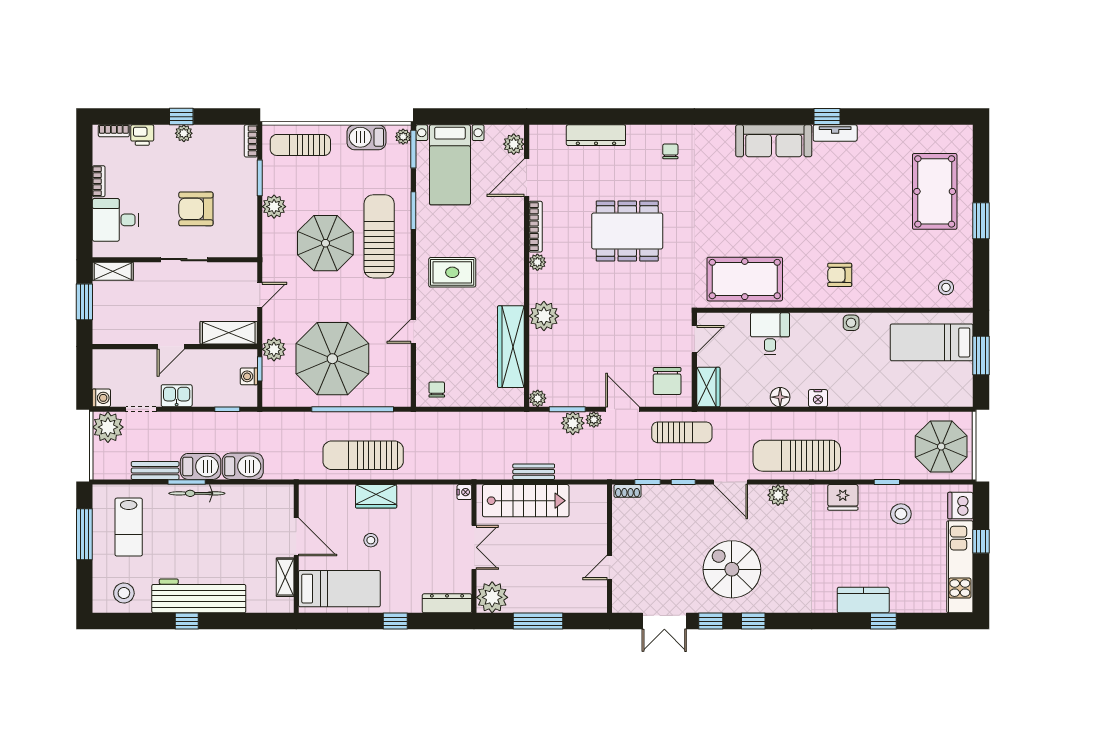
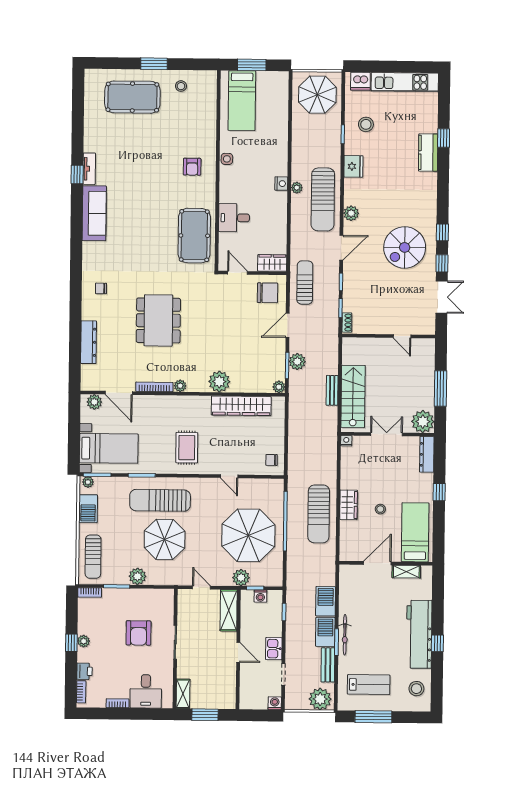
stool: (946, 287) -> (181, 86), moved
floor lamp: (780, 397) -> (280, 211), removed
plant: (594, 420) -> (297, 188), moved
plant: (108, 427) -> (320, 699), moved
window: (981, 541) -> (387, 67), removed

